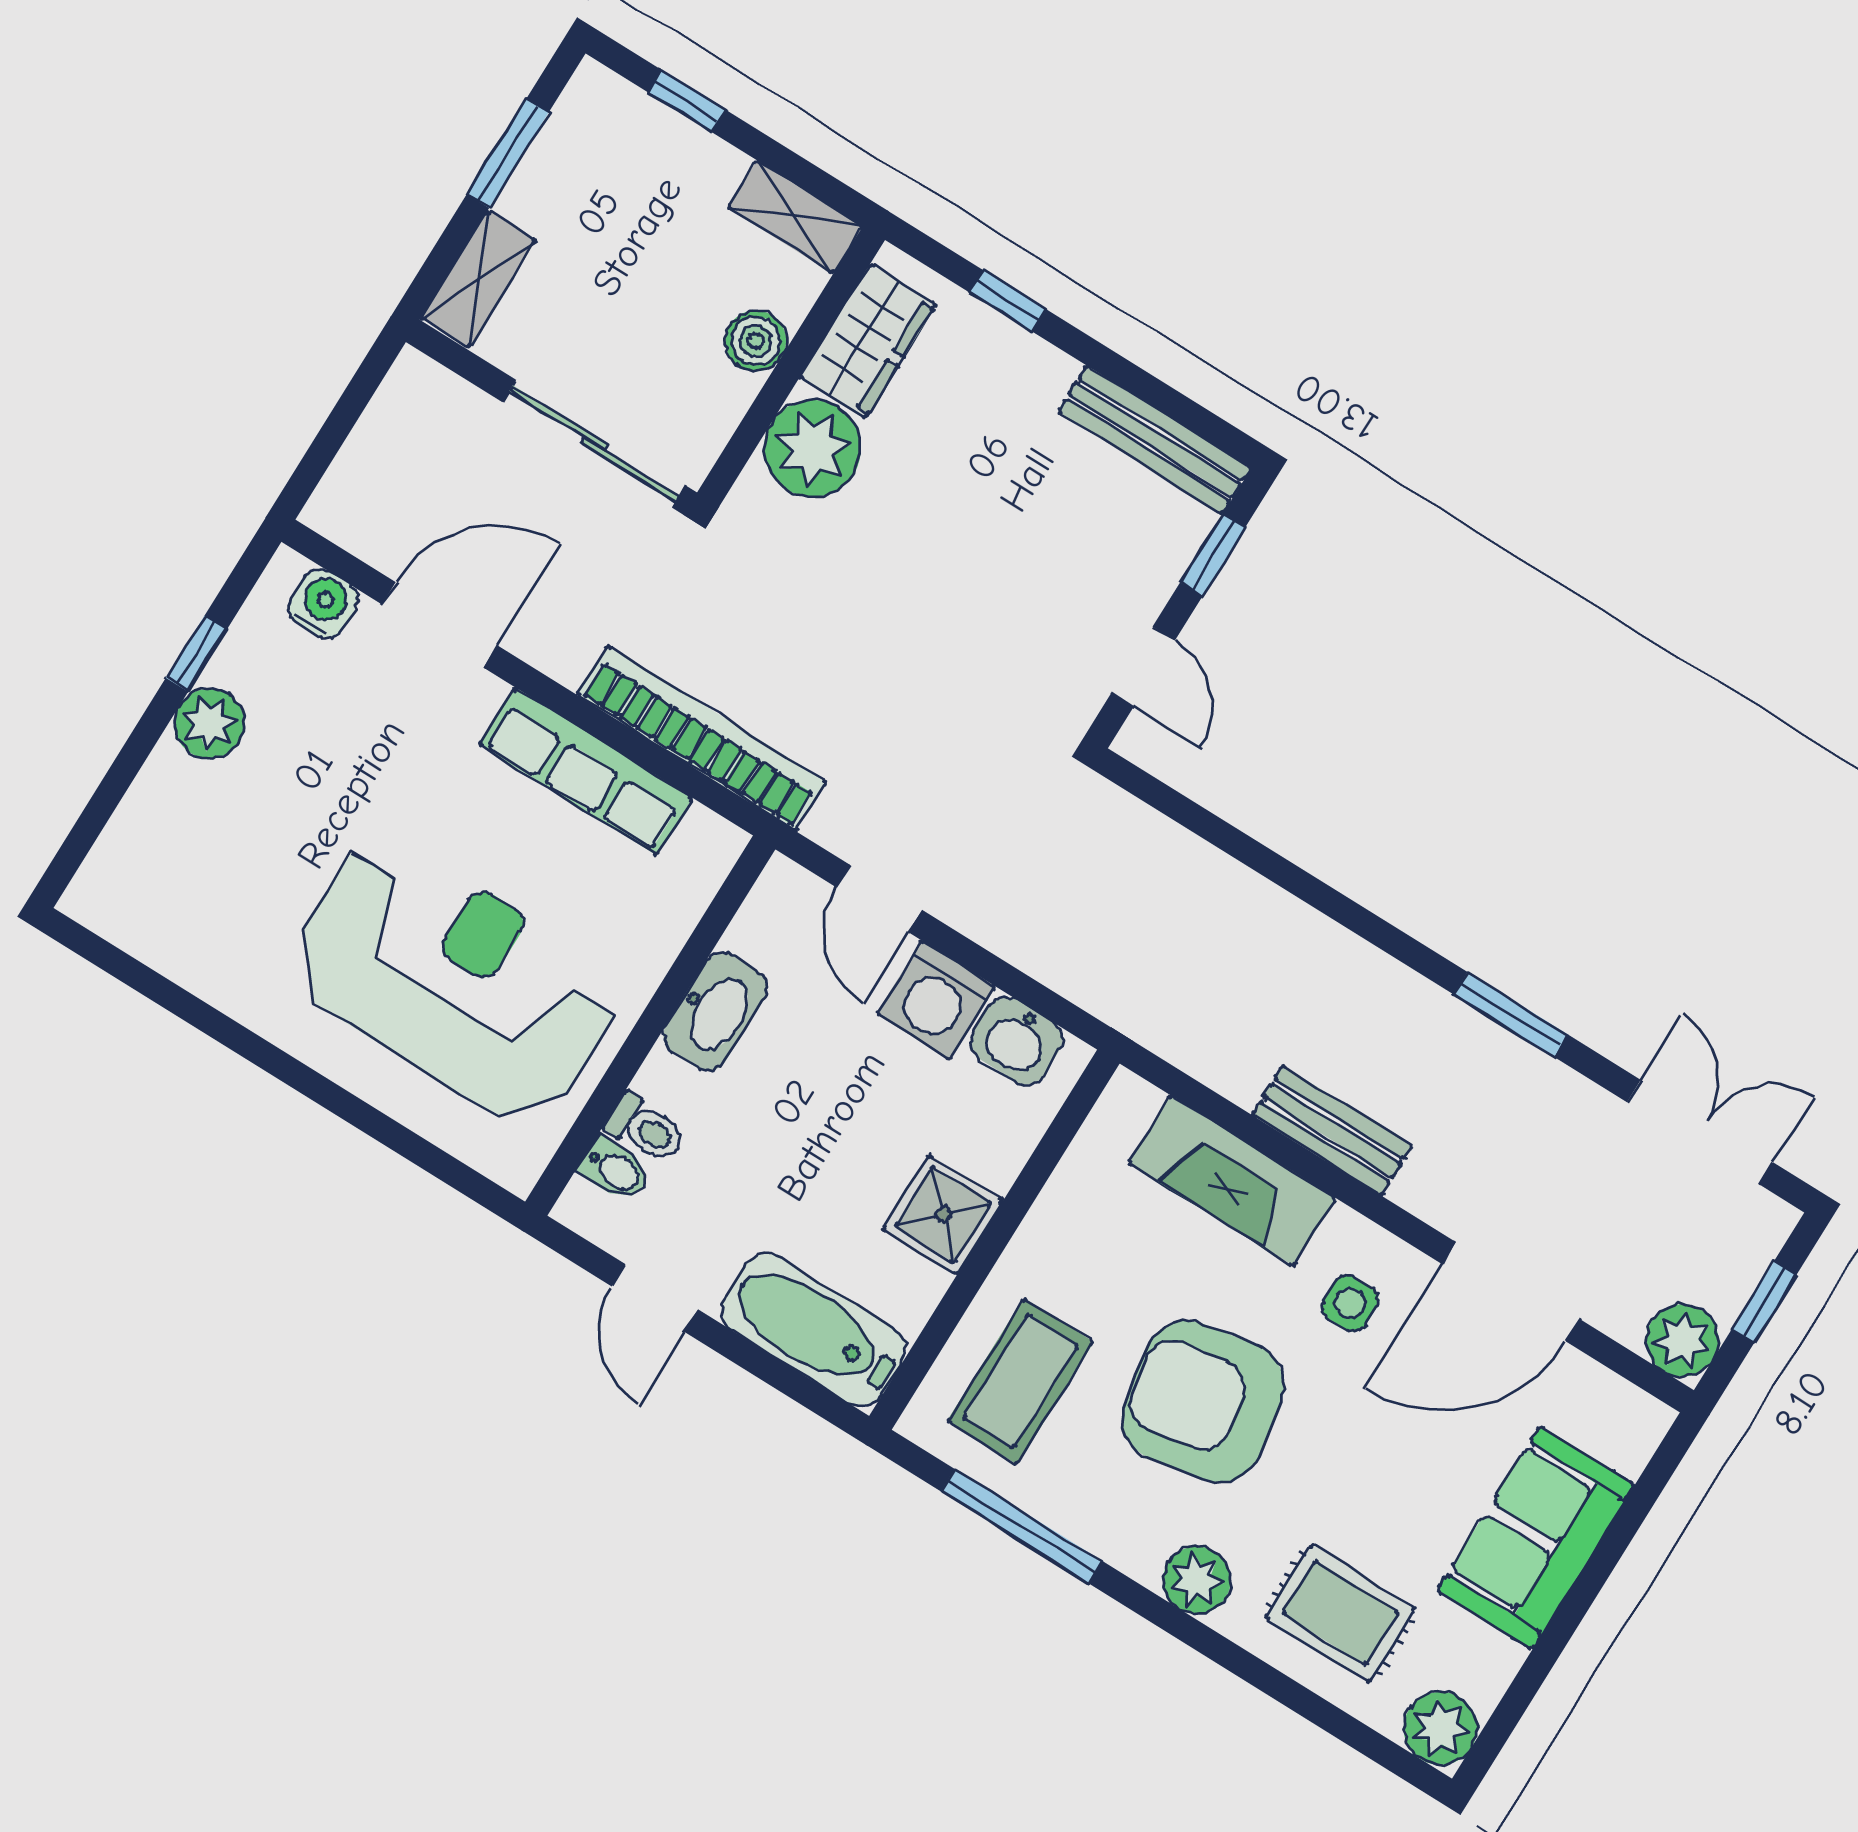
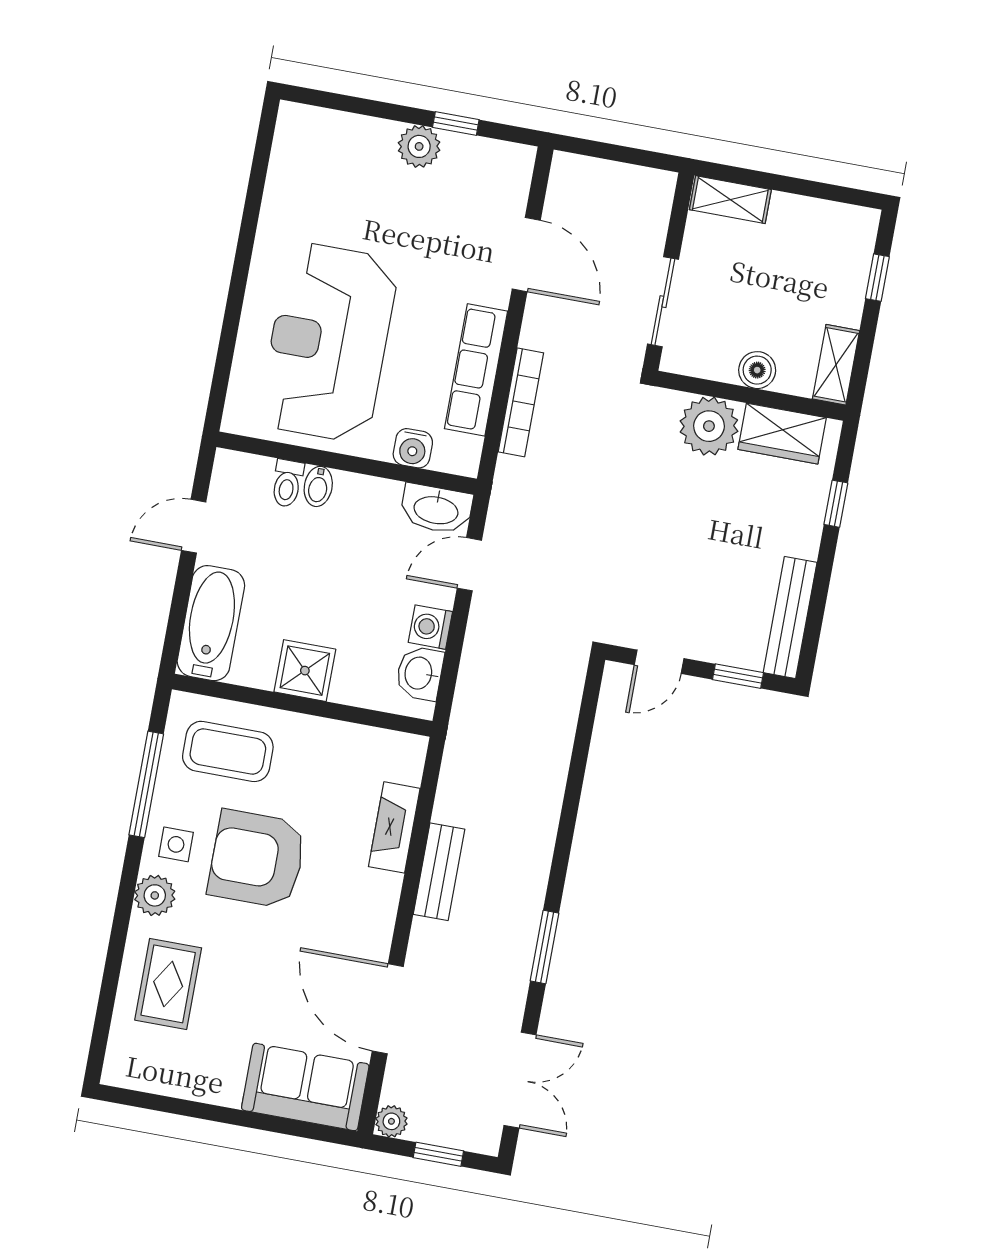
window: (508, 153) -> (808, 188), removed
sliding door: (594, 444) -> (663, 302), width x0.73
water cooler: (323, 604) -> (413, 448), moved, turned 90
bookcase: (702, 738) -> (521, 402), width x0.68, depth x0.76
reception desk: (455, 981) -> (328, 342), turned 180
washing machine: (936, 1000) -> (430, 627), width x0.73, depth x0.73
washbasin: (715, 1012) -> (436, 509), moved
bidet: (615, 1170) -> (318, 486), moved
fireplace: (1232, 1181) -> (394, 827), width x0.73, depth x0.76
side table: (1350, 1303) -> (176, 844), moved
plant: (1682, 1340) -> (391, 1121), width x0.73, depth x0.73
armchair: (1203, 1402) -> (257, 859), turned -80
sofa: (1536, 1538) -> (305, 1087), moved
plant: (1440, 1728) -> (125, 1066), removed

